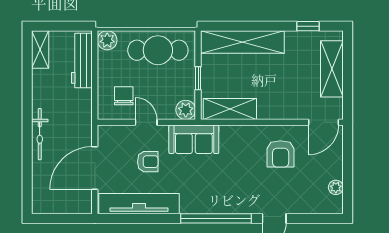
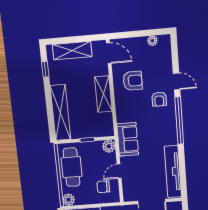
shelving: (230, 109) -> (103, 94), moved
armchair: (148, 162) -> (159, 99), moved, turned 180

